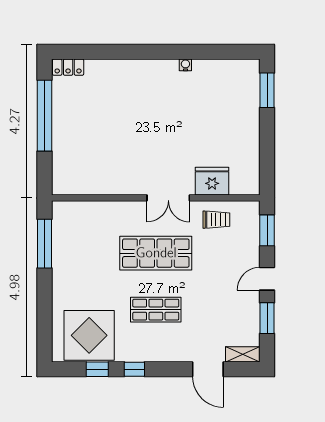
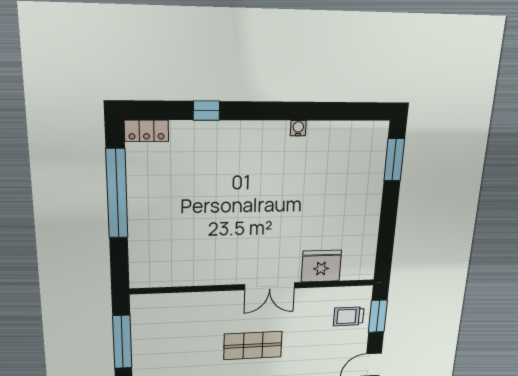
window: (113, 52) -> (206, 111), added
trolley: (216, 220) -> (349, 316), moved, turned 180
shop shelf: (156, 253) -> (253, 346), width x0.70, depth x0.74

